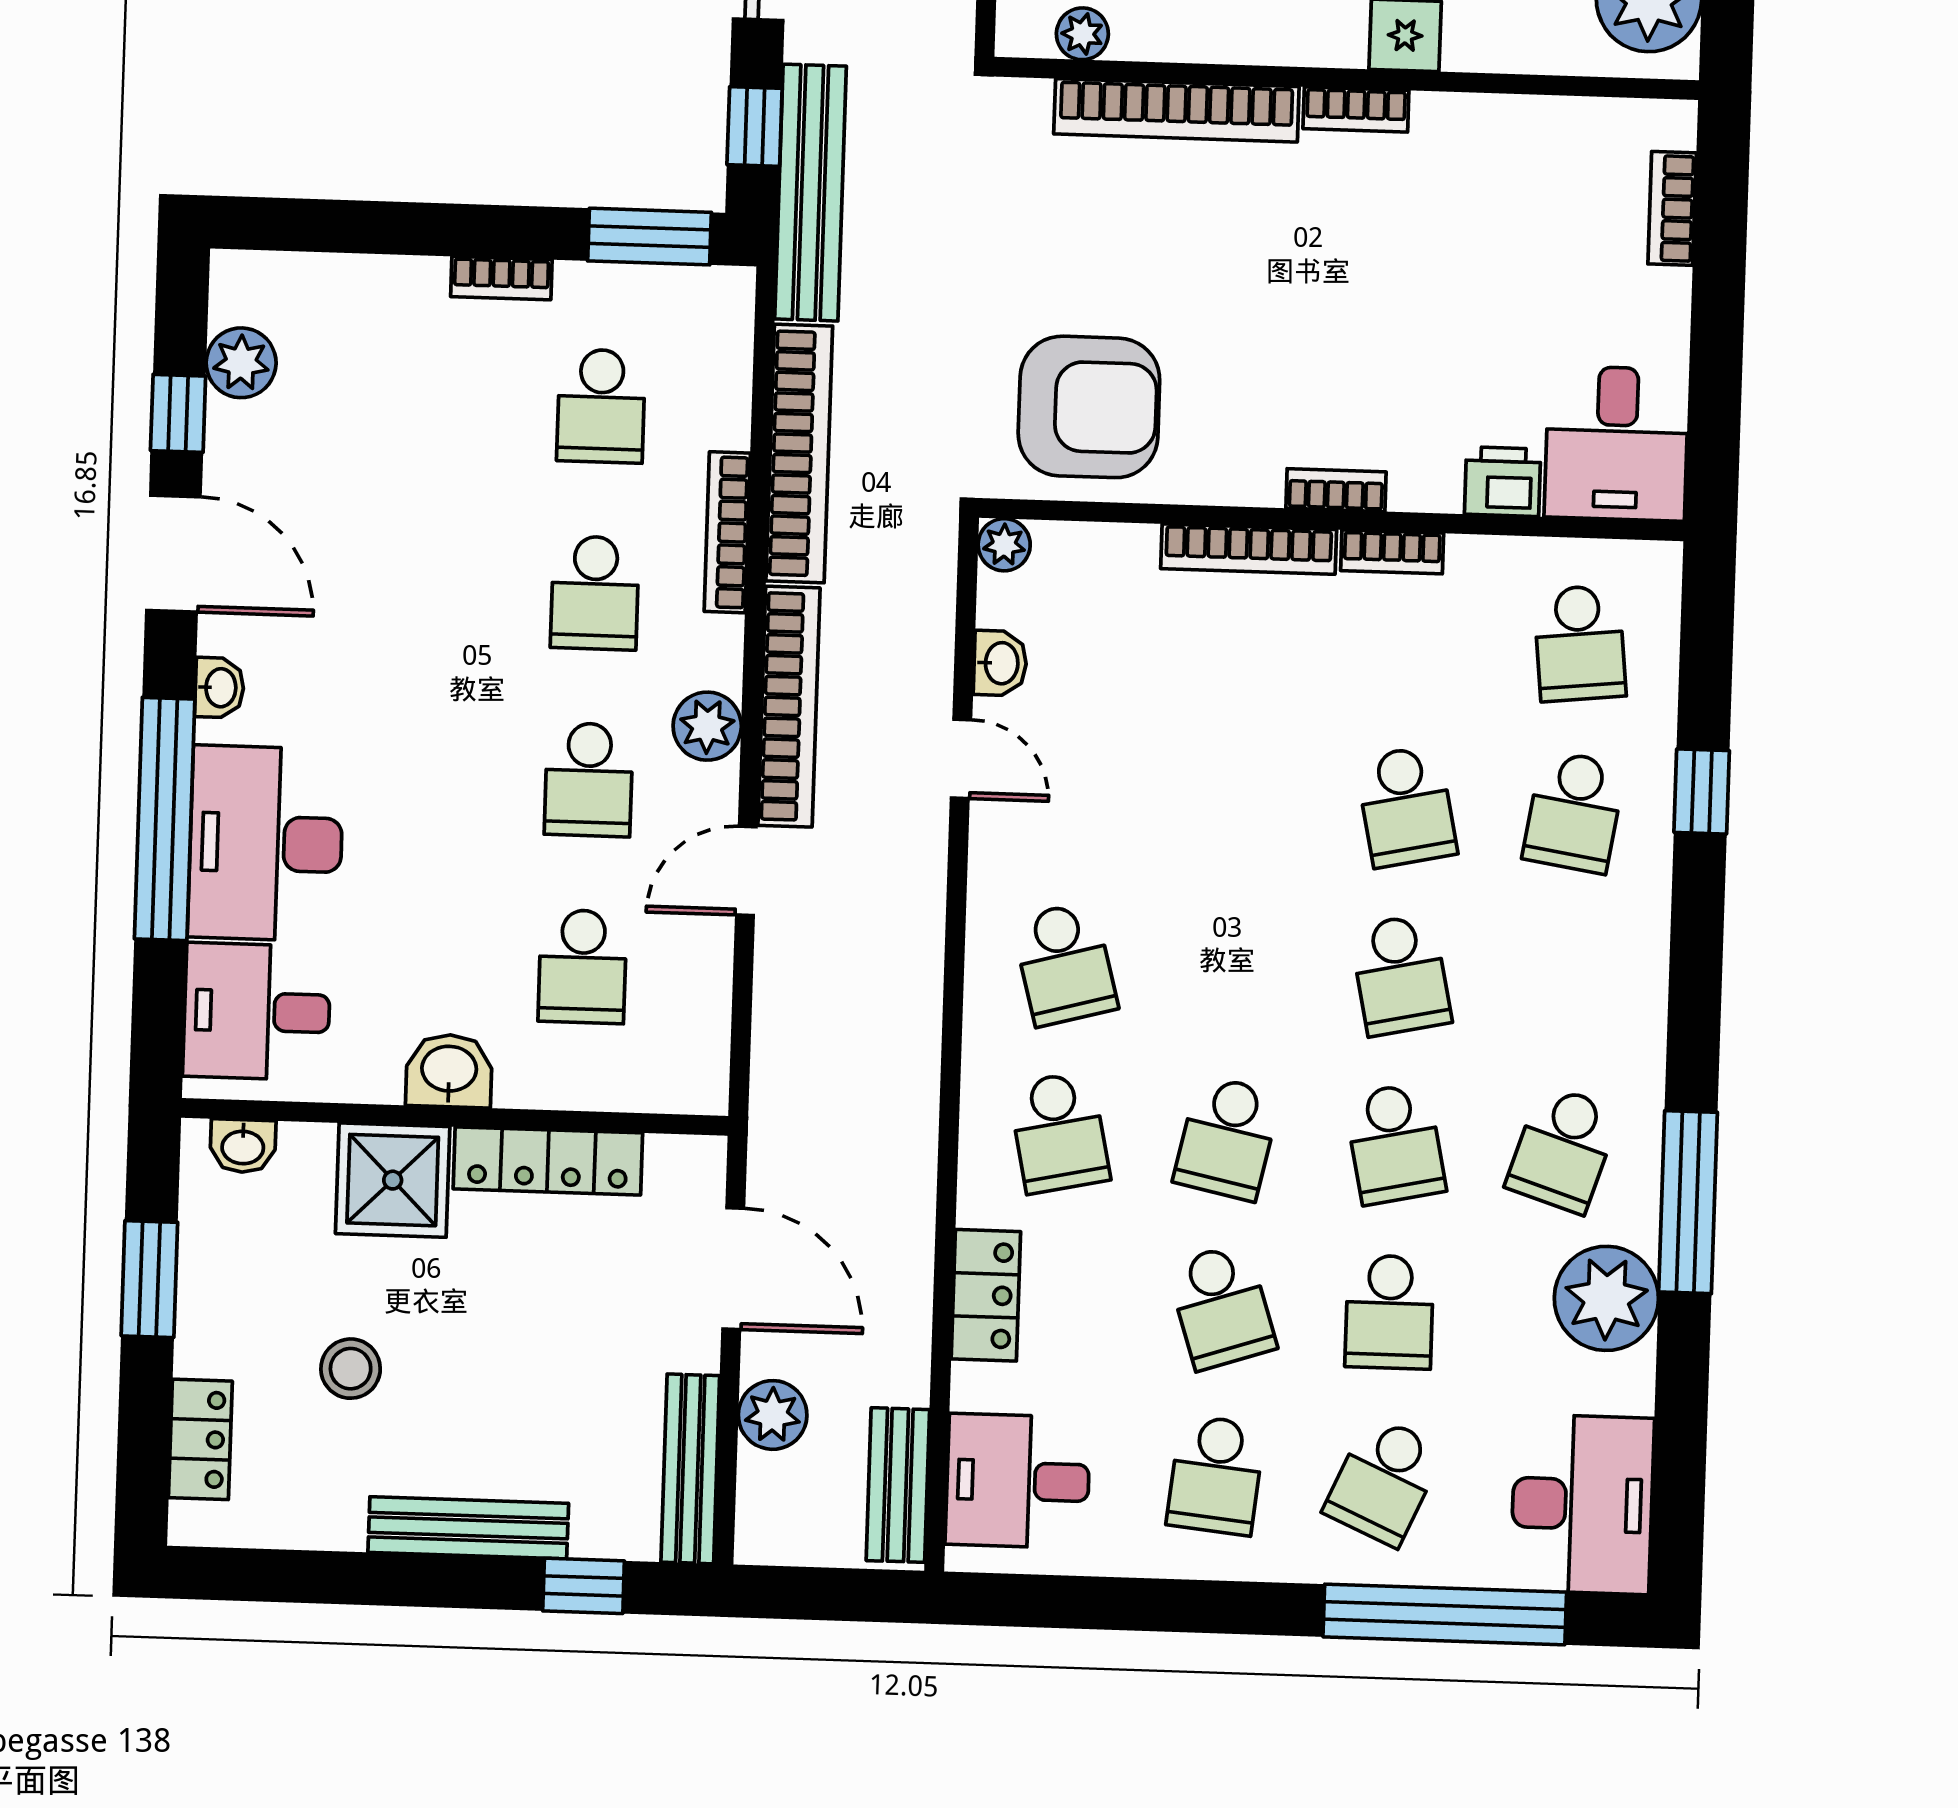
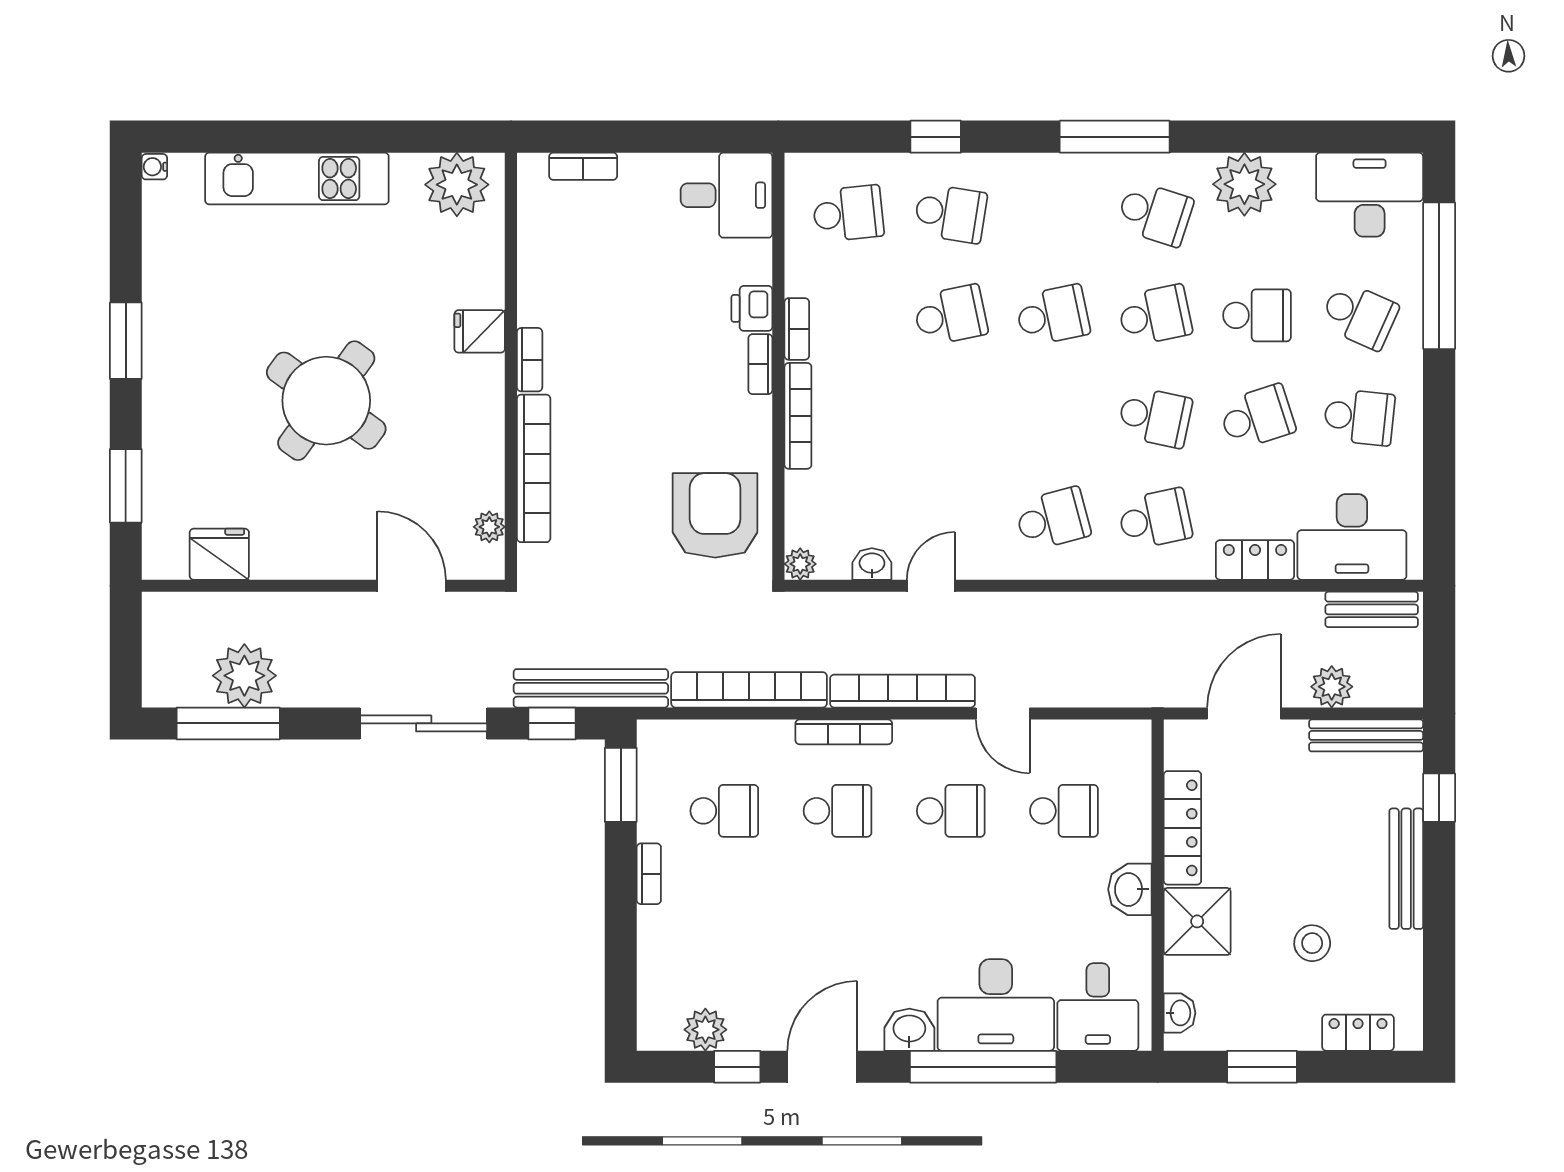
printer: (1503, 482) -> (752, 308), moved
bookcase: (727, 532) -> (844, 732), moved
washbasin: (219, 688) -> (909, 1030), width x1.38, depth x1.45
plant: (707, 726) -> (916, 740), removed
window: (1688, 1202) -> (1115, 137), moved
desk: (1018, 1481) -> (1352, 537), width x1.37

